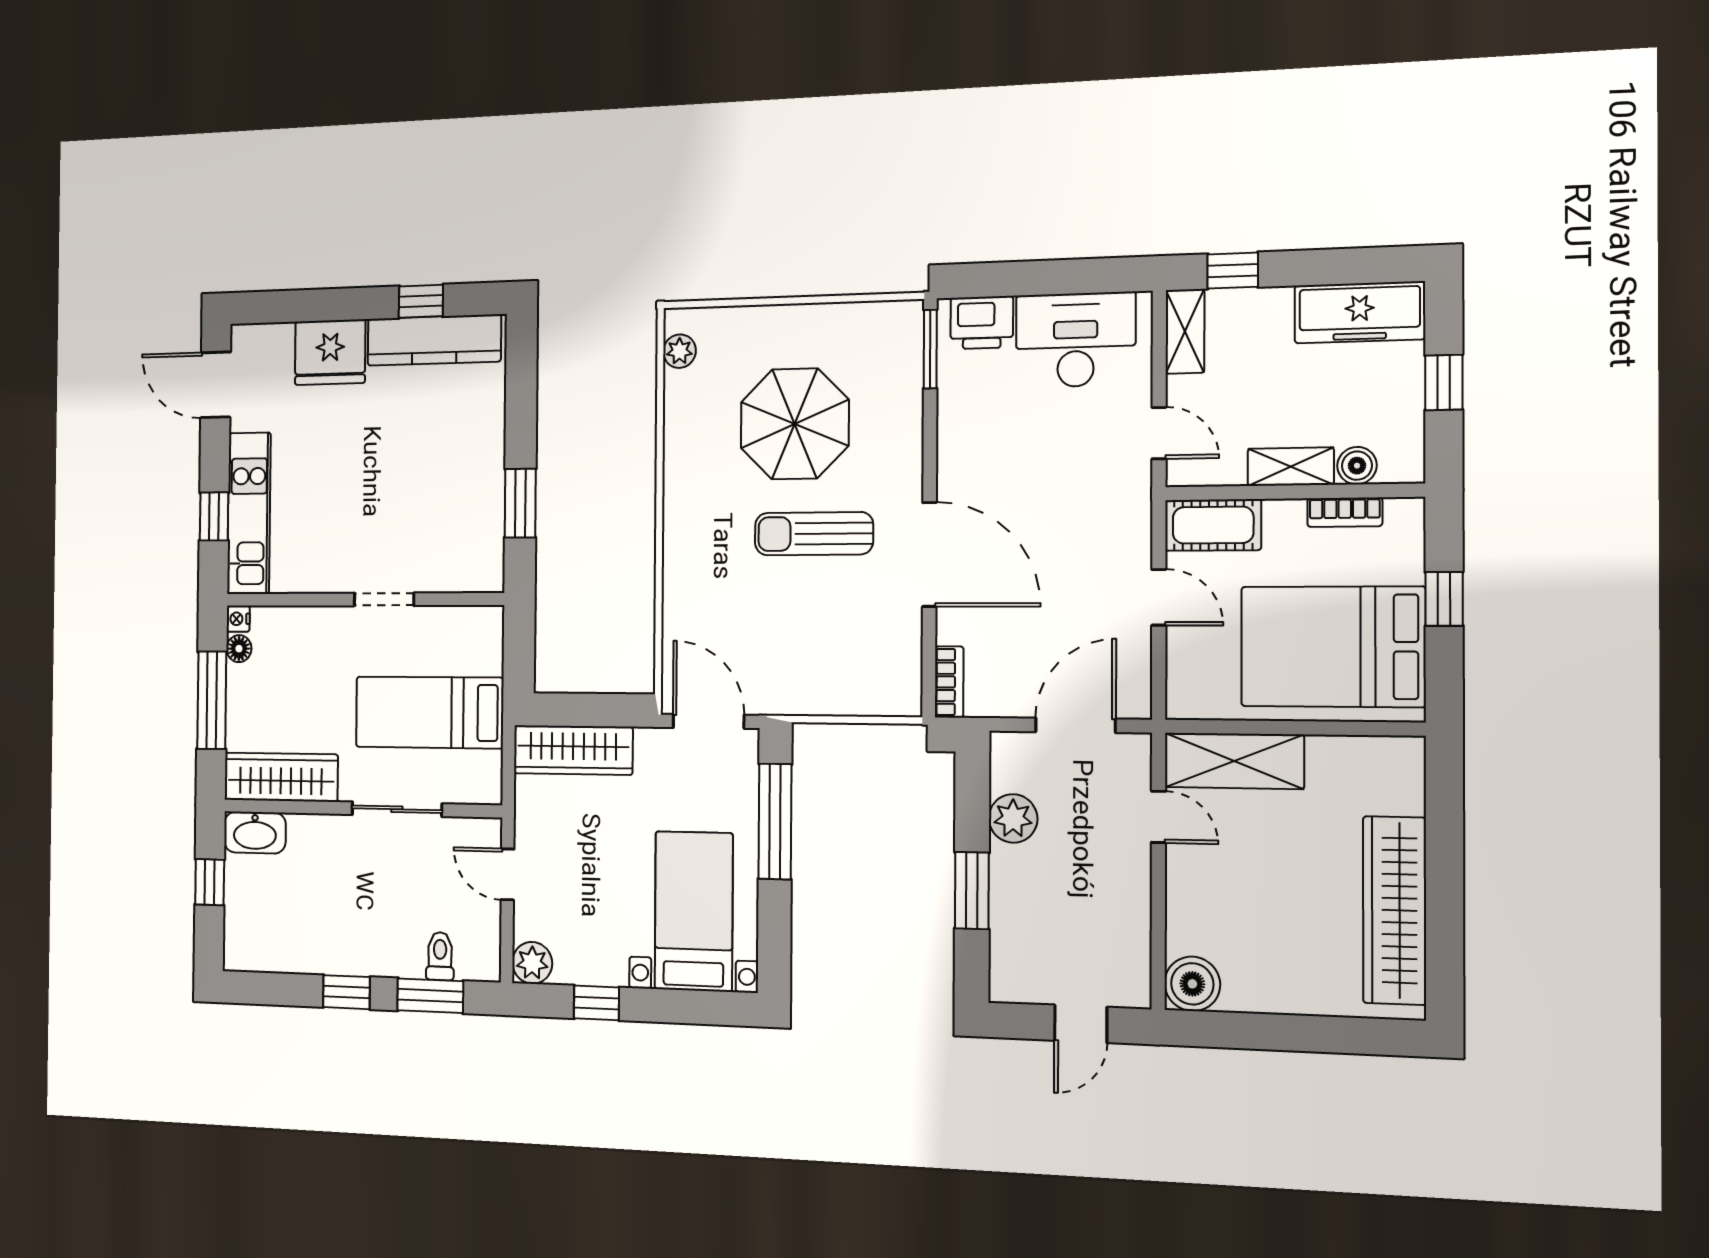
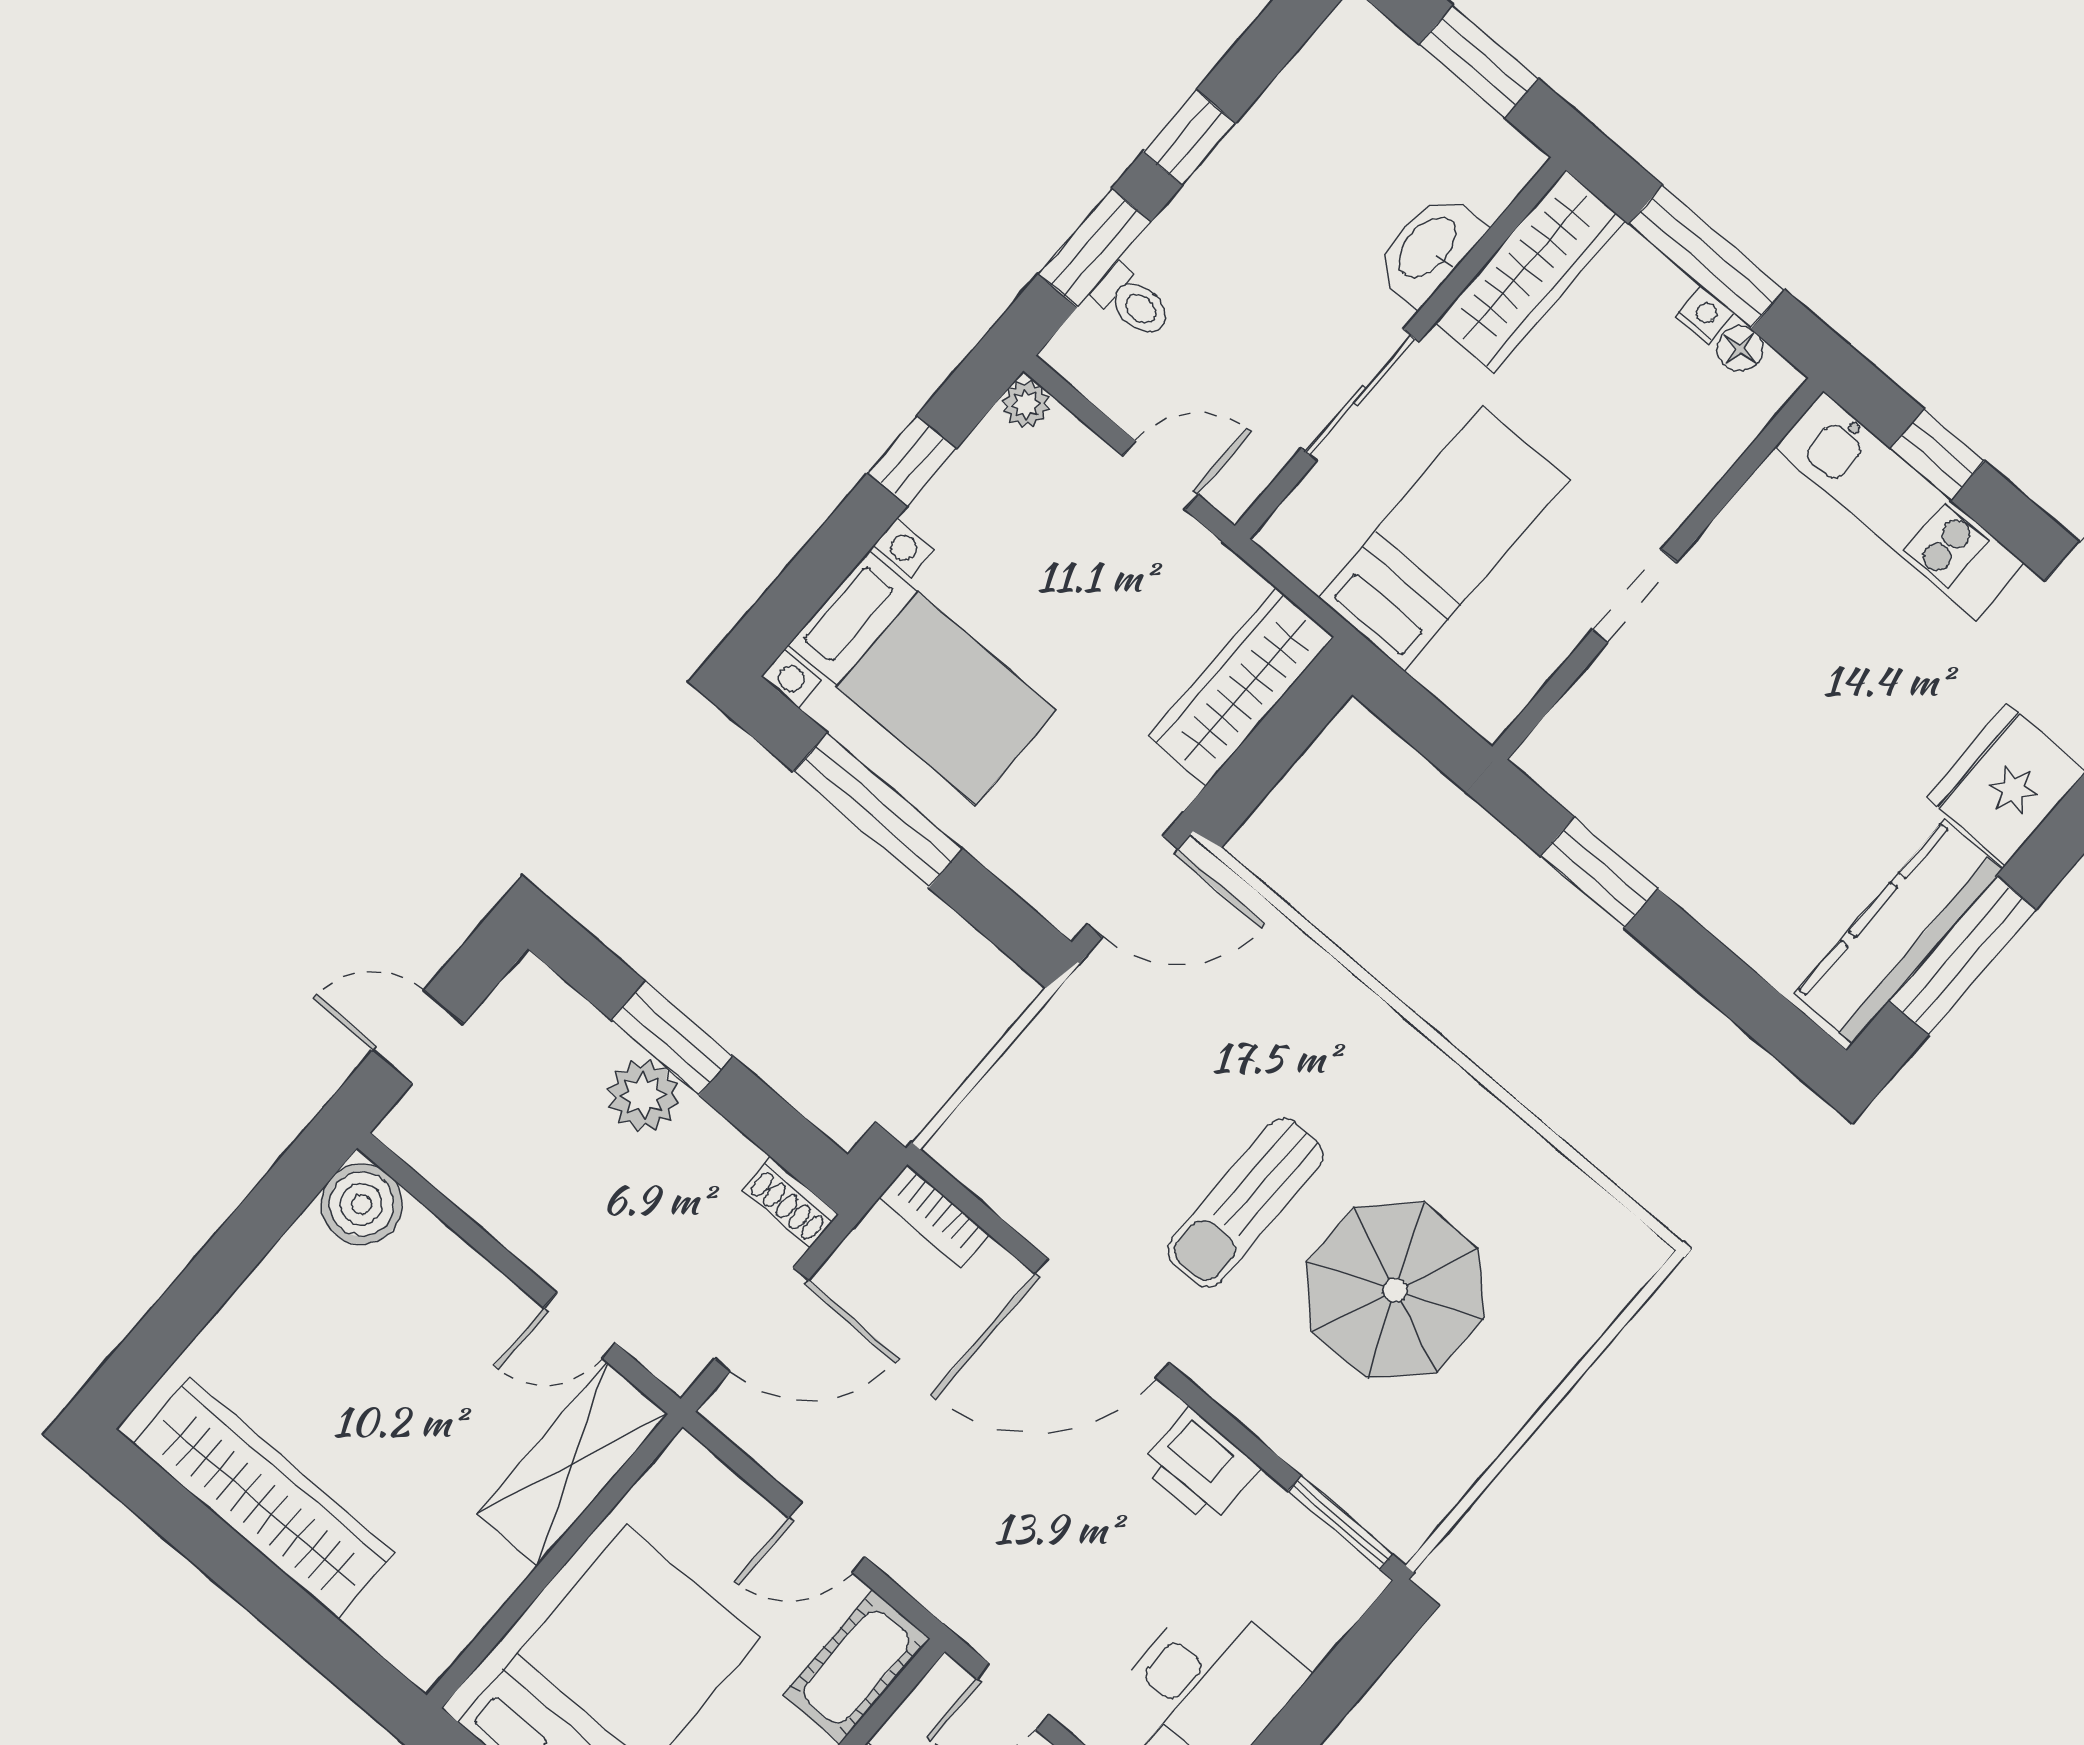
window: (421, 301) -> (1963, 955), width x2.17
printer: (982, 323) -> (1200, 1466), moved, turned -90
plant: (679, 351) -> (1607, 1226), removed
sun lounger: (814, 534) -> (1245, 1203), turned 180
nightstand: (238, 619) -> (1704, 315), moved
door: (1075, 725) -> (762, 1320), hinge flipped
shoe rack: (1004, 761) -> (790, 1202), added
plant: (1013, 818) -> (643, 1095), moved
window: (775, 821) -> (878, 810), moved
washbasin: (255, 833) -> (1429, 248), moved
window: (210, 882) -> (1479, 62), width x1.50
plant: (532, 963) -> (1026, 404), width x0.73, depth x0.73
door: (1081, 1024) -> (418, 1037), hinge flipped

